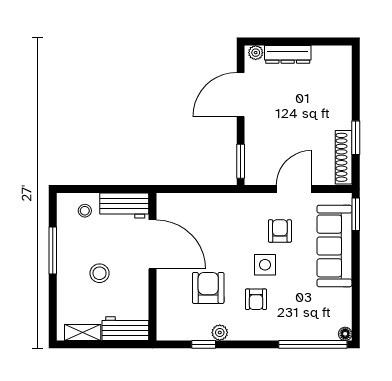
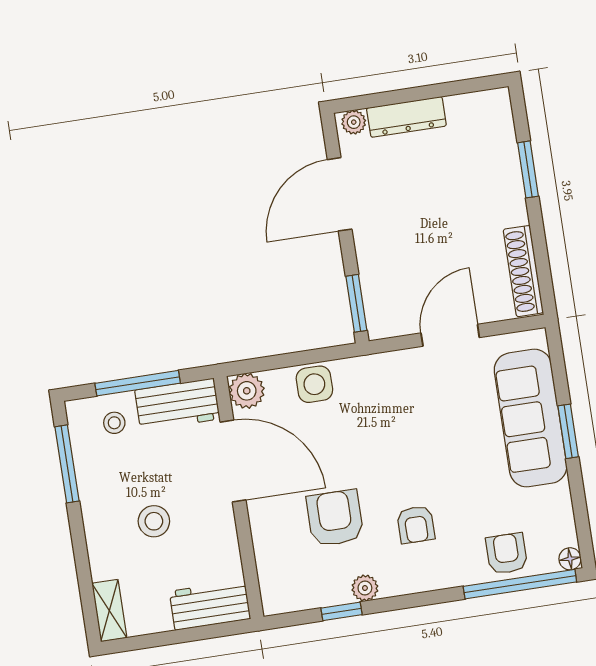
window: (356, 138) -> (528, 169), moved
window: (102, 189) -> (138, 383), added
plant: (167, 204) -> (247, 391), added
window: (356, 214) -> (568, 431), moved
armchair: (280, 231) -> (507, 554), moved
window: (53, 250) -> (67, 464), moved
side table: (265, 265) -> (314, 384), moved
shelving: (83, 332) -> (109, 611), moved, turned 90

